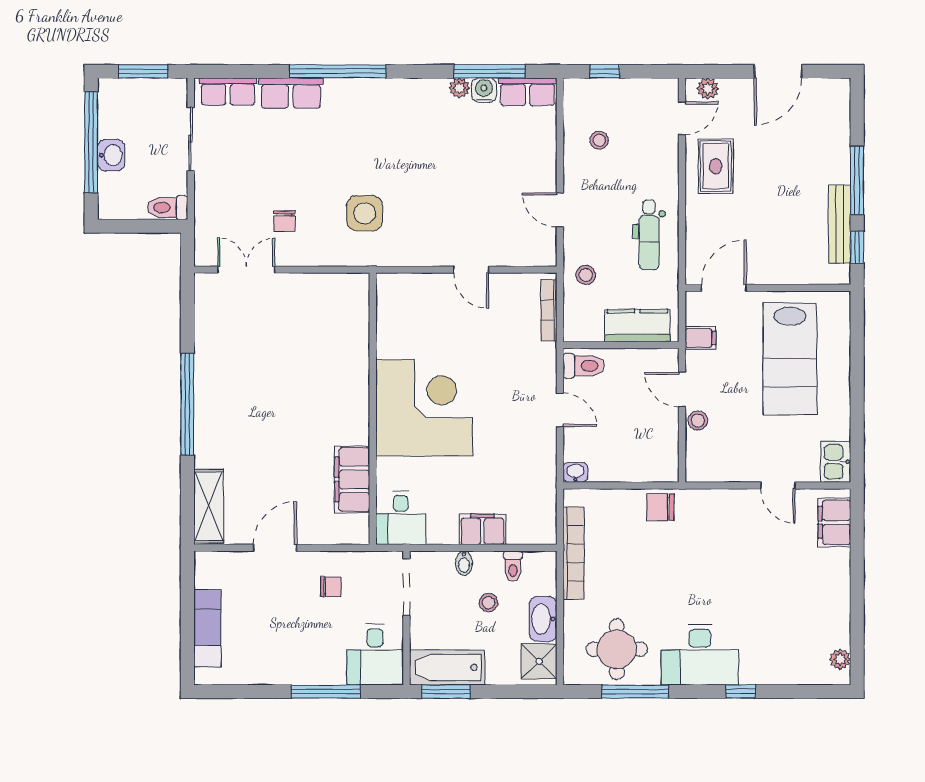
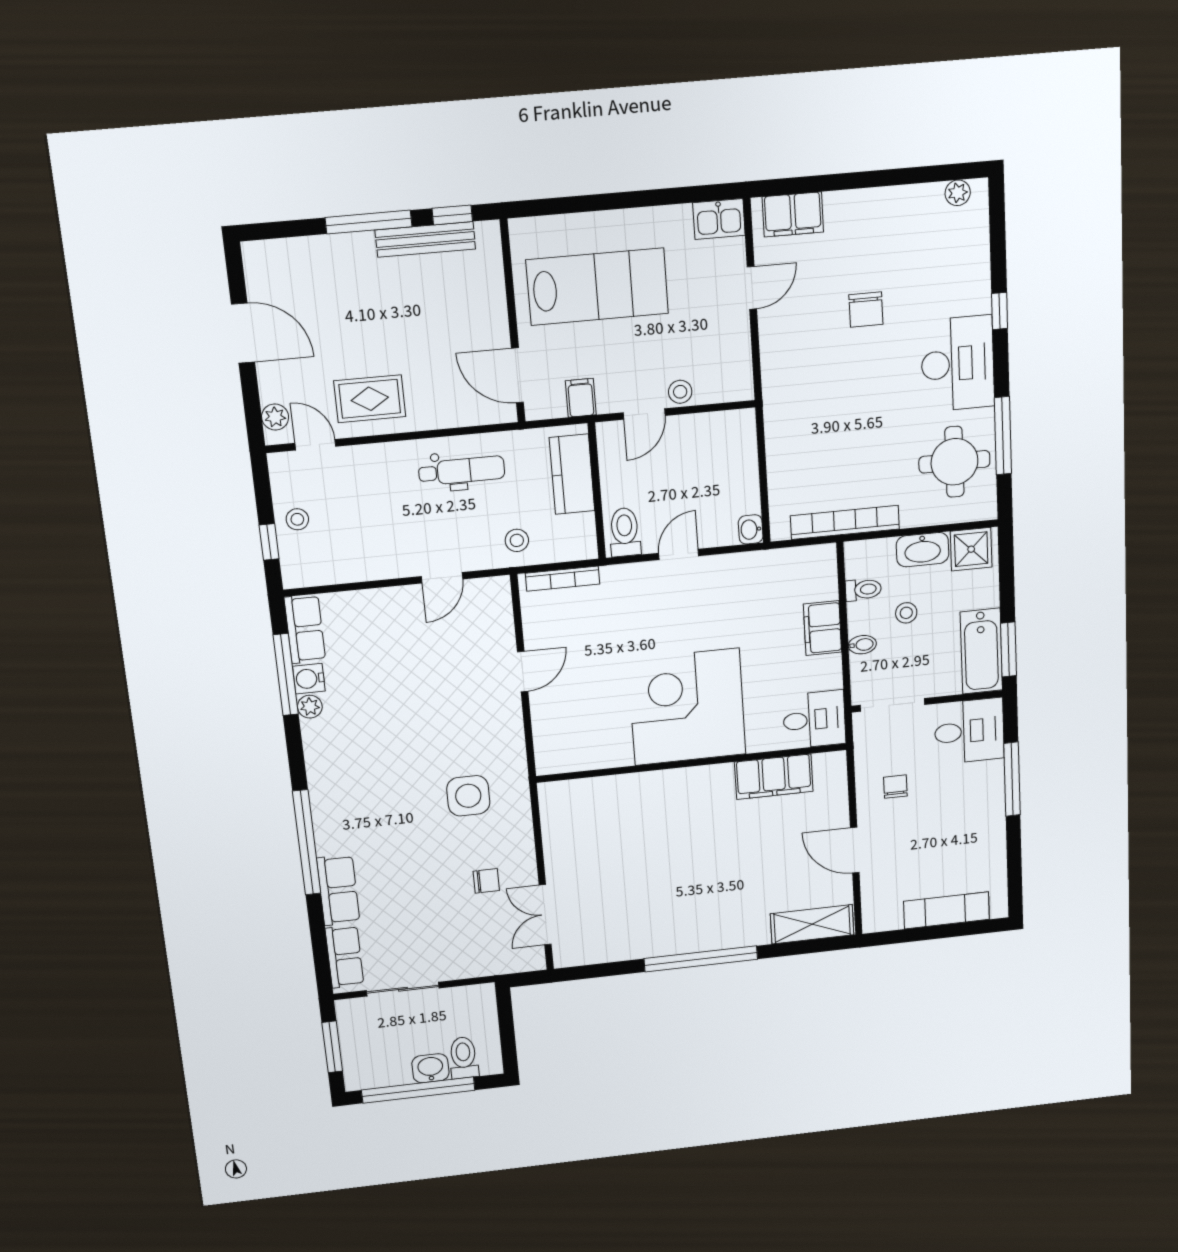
stool: (599, 140) -> (297, 519), moved
toilet: (167, 207) -> (463, 1058), moved, turned 180
chair: (660, 507) -> (866, 310), moved

